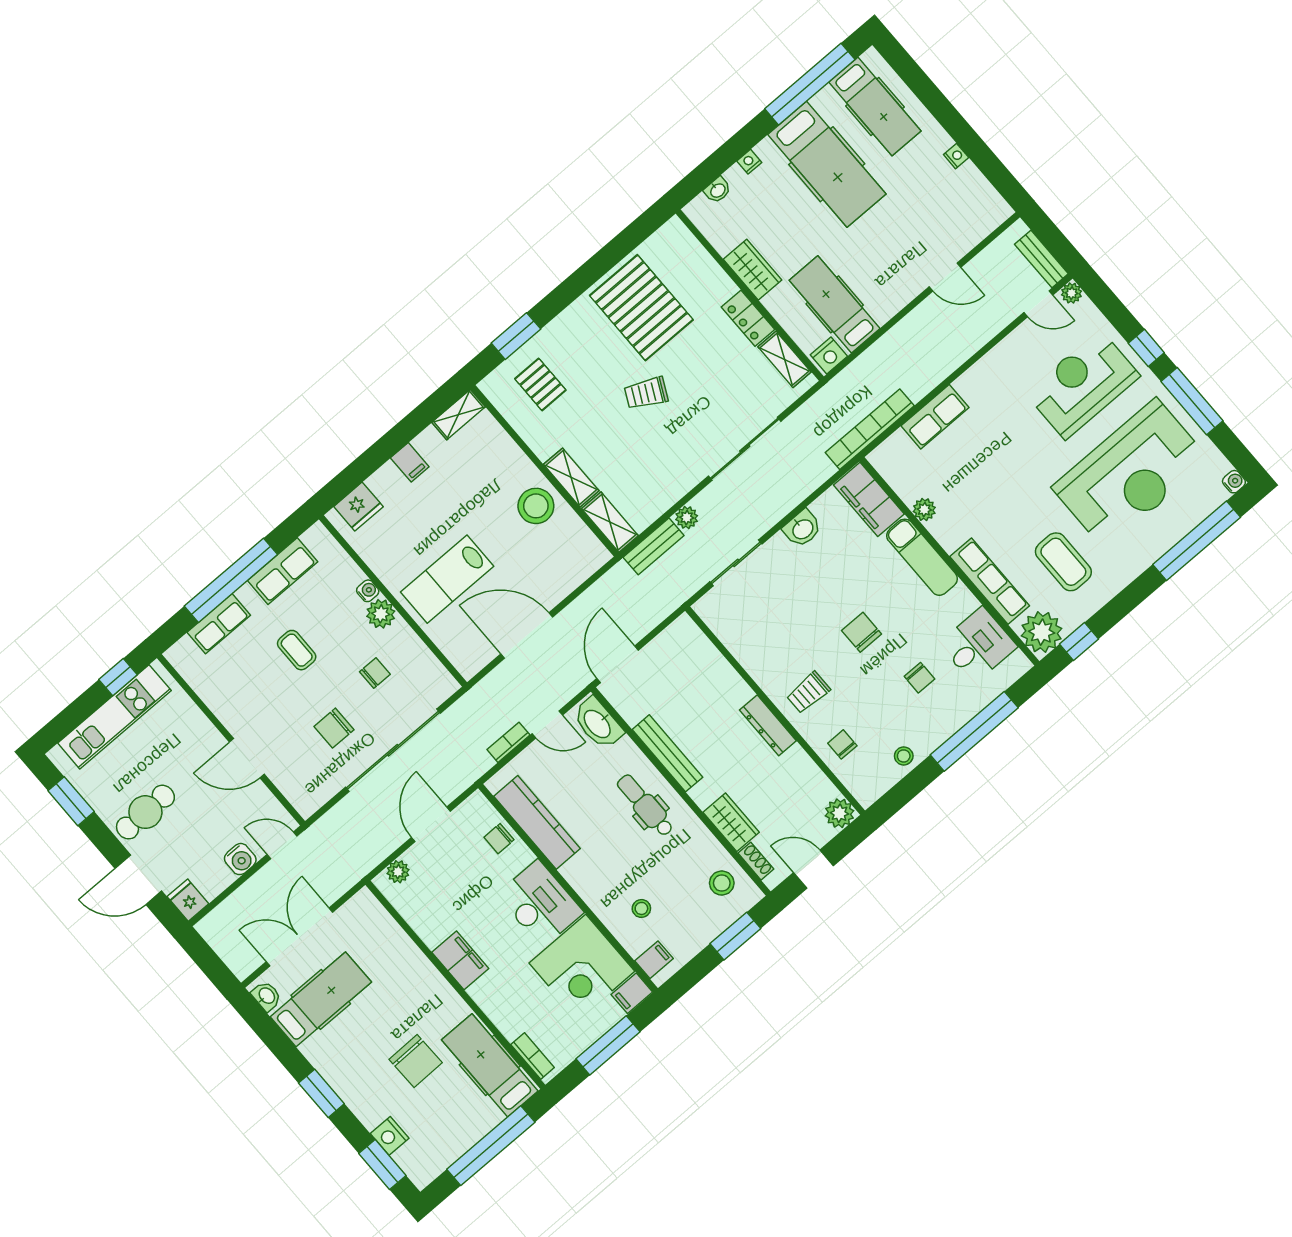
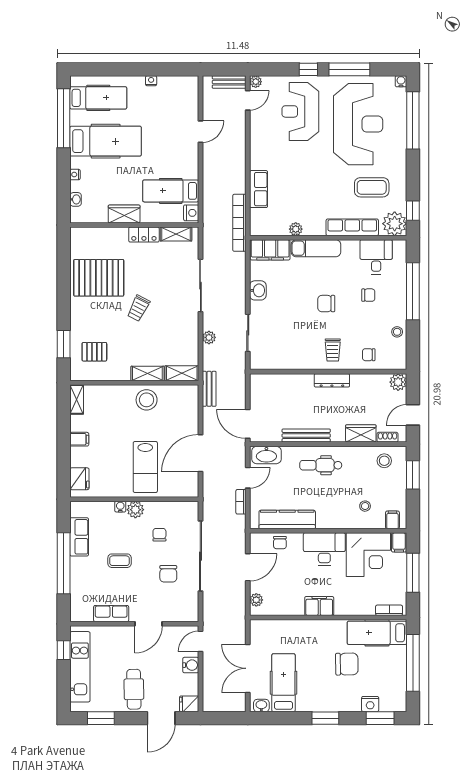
bench: (654, 546) -> (209, 389), moved
row of seats: (219, 624) -> (111, 614), moved, turned -90
door: (431, 824) -> (248, 567), swing flipped

